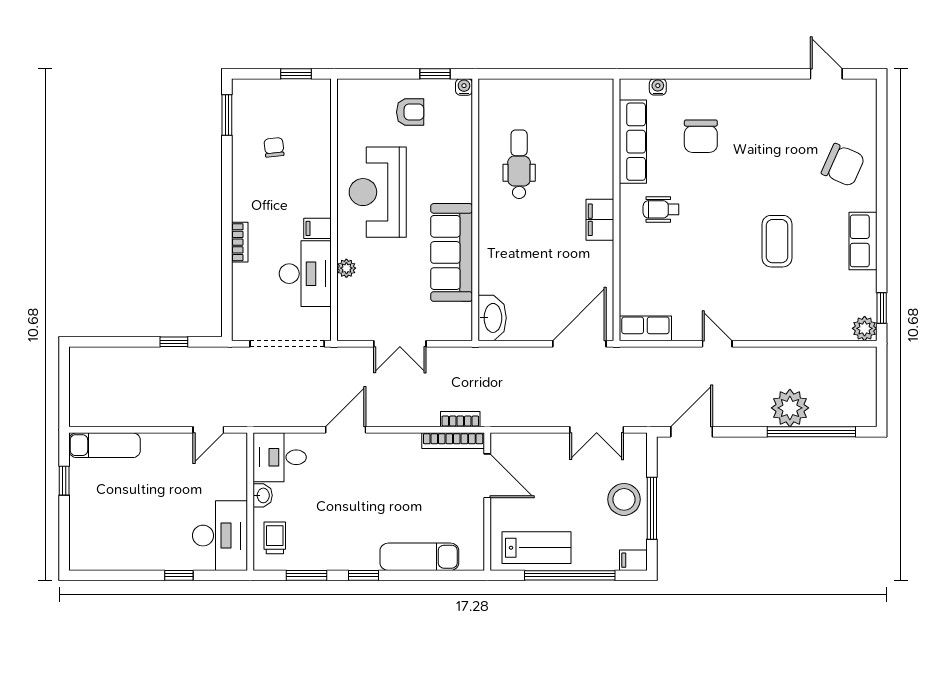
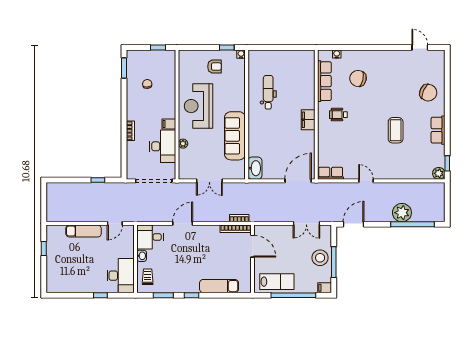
chair: (701, 136) -> (358, 78), turned 103
exam couch: (105, 445) -> (84, 231), moved

